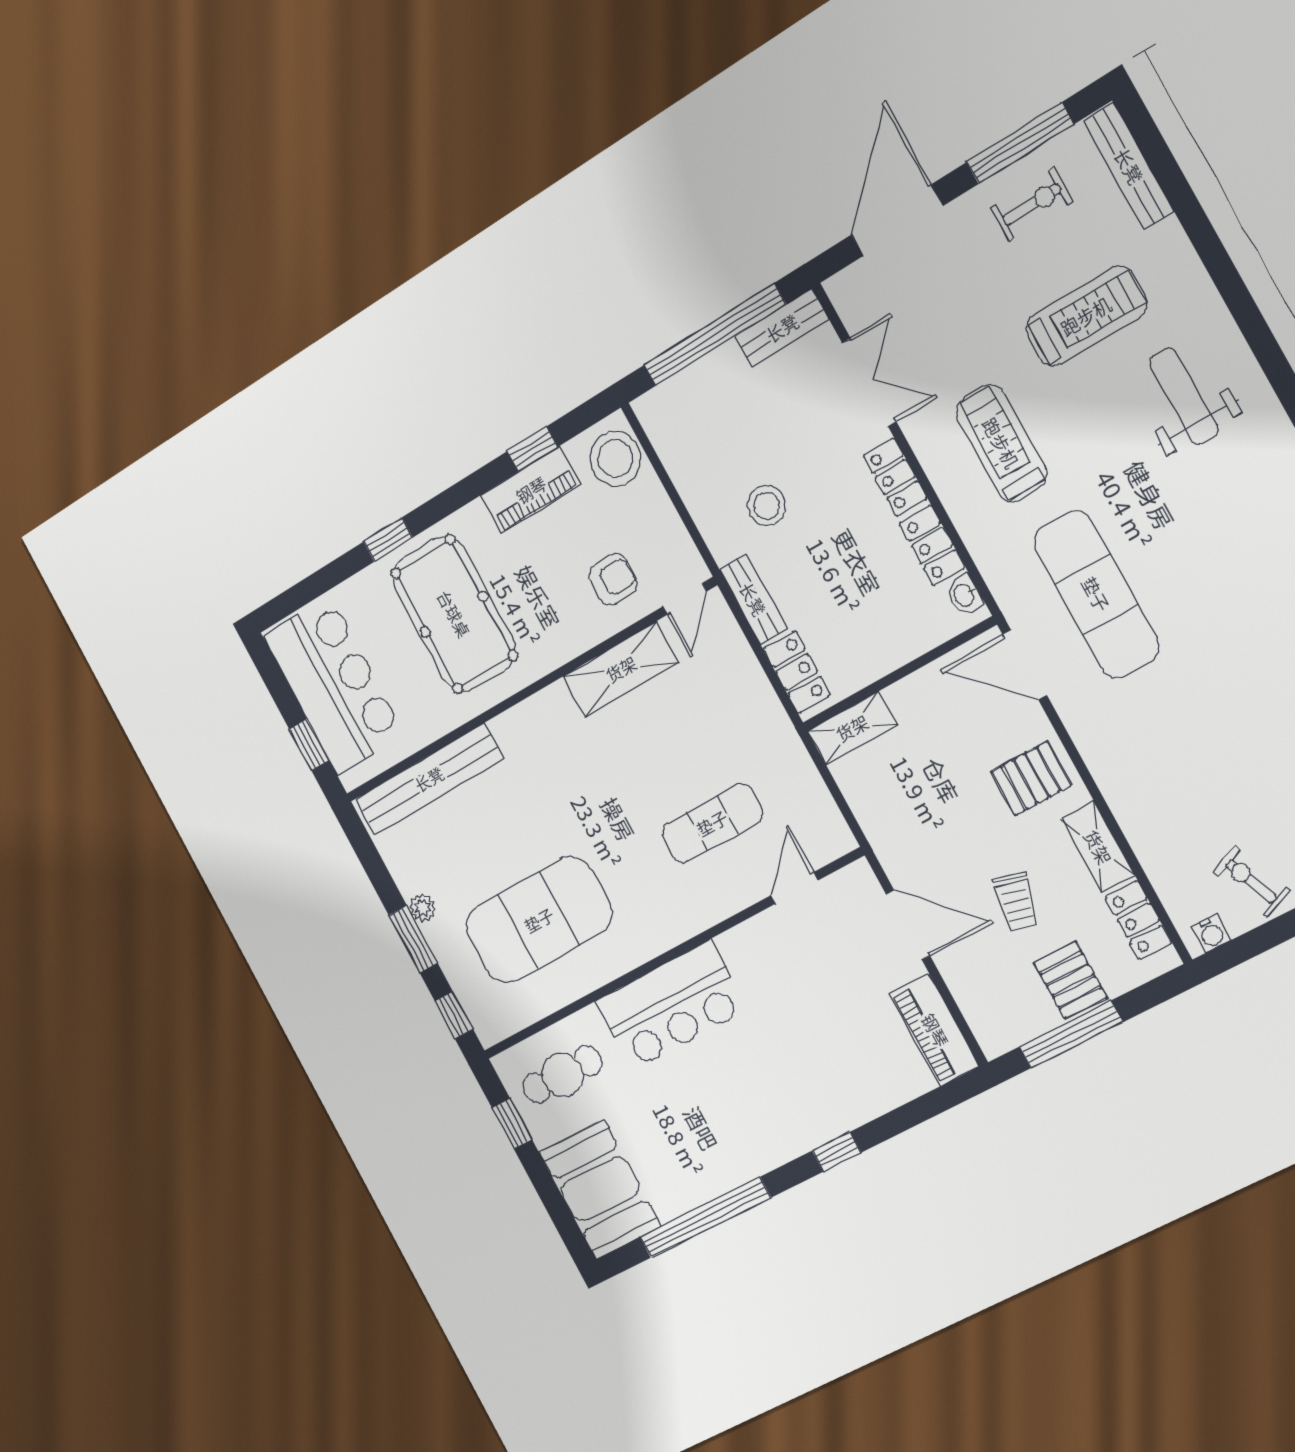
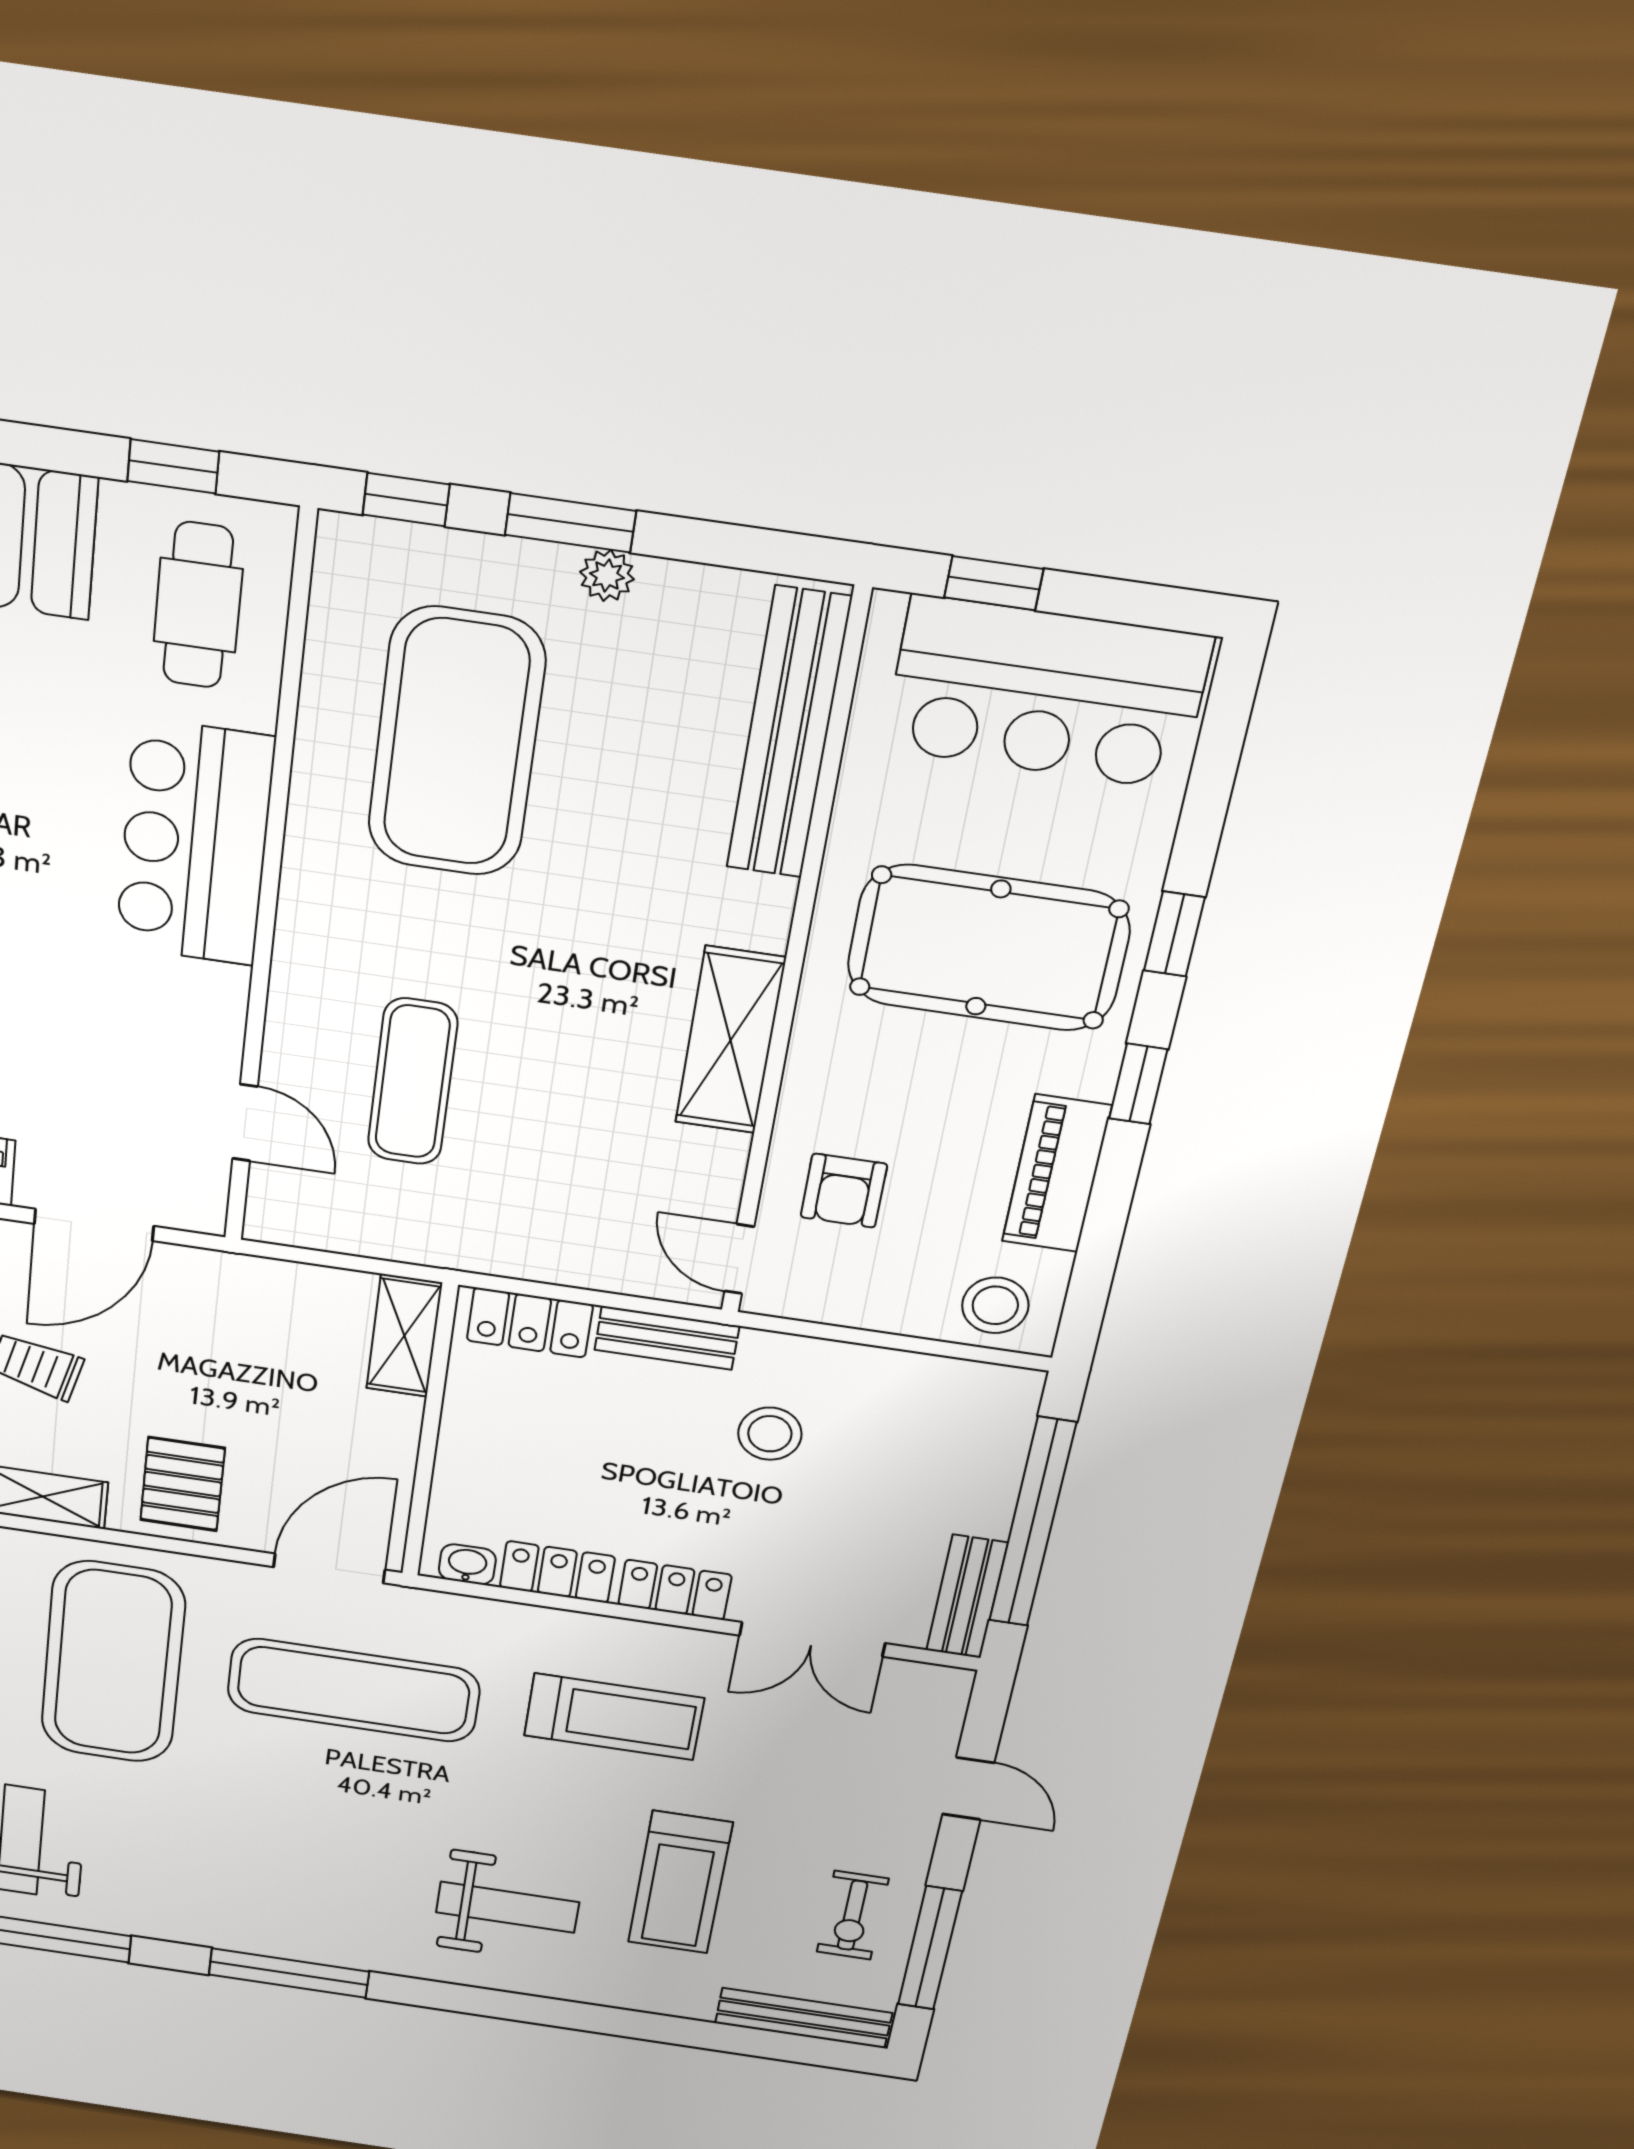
door: (897, 220) -> (968, 1789), width x0.53
window: (532, 449) -> (1138, 1084), moved
stool: (615, 459) -> (995, 1305), width x0.73, depth x0.73
shelving: (621, 669) -> (730, 1040), moved
exercise mat: (1183, 738) -> (113, 1662), added

